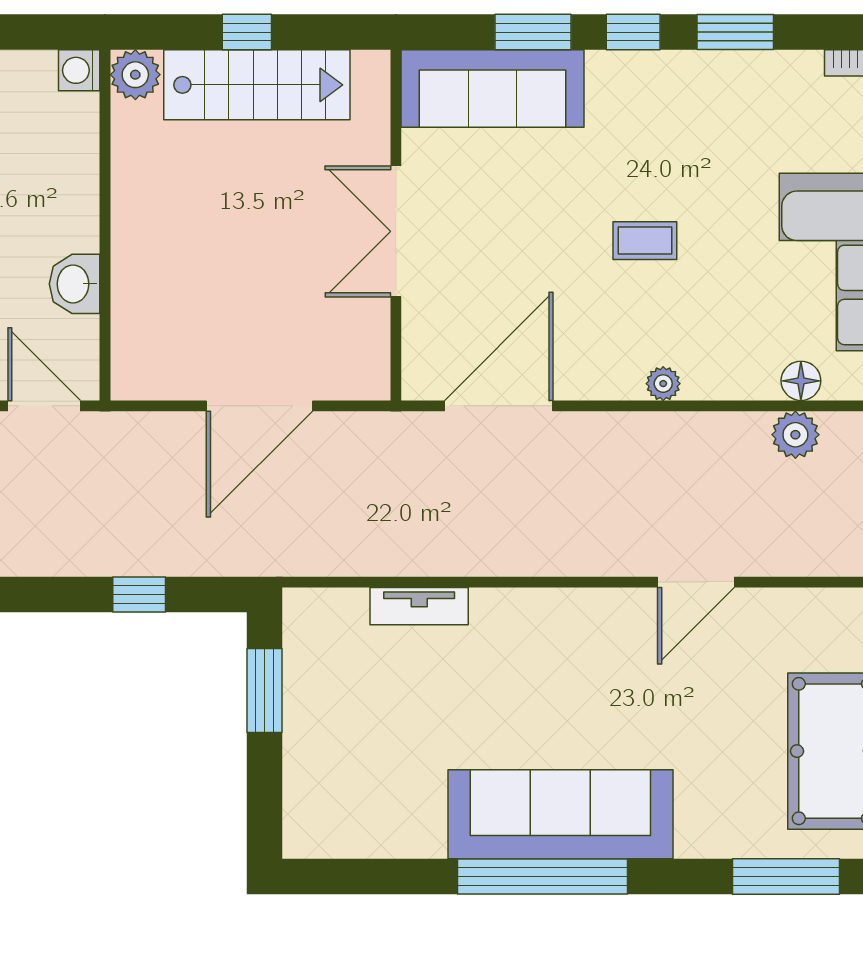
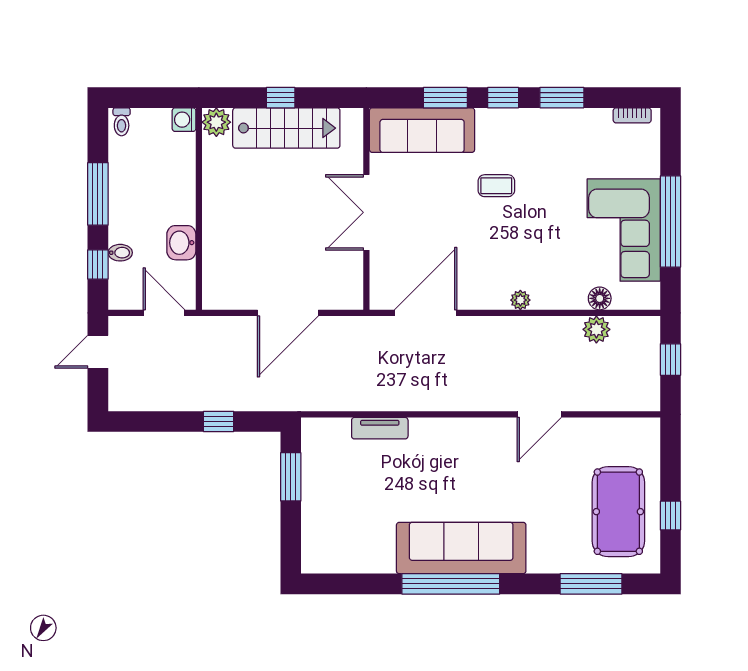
coffee table: (645, 241) -> (496, 186), moved

